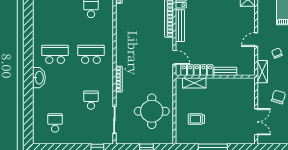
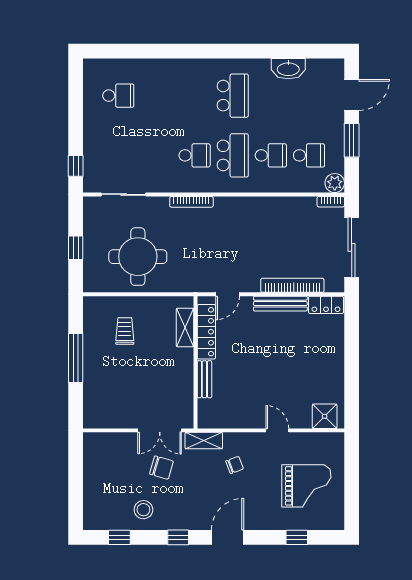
school desk: (91, 31) -> (271, 155), added
door: (256, 40) -> (277, 430), moved
washbasin: (39, 78) -> (288, 69), moved
school desk: (91, 100) -> (195, 155), moved
double door: (256, 122) -> (160, 430), moved

